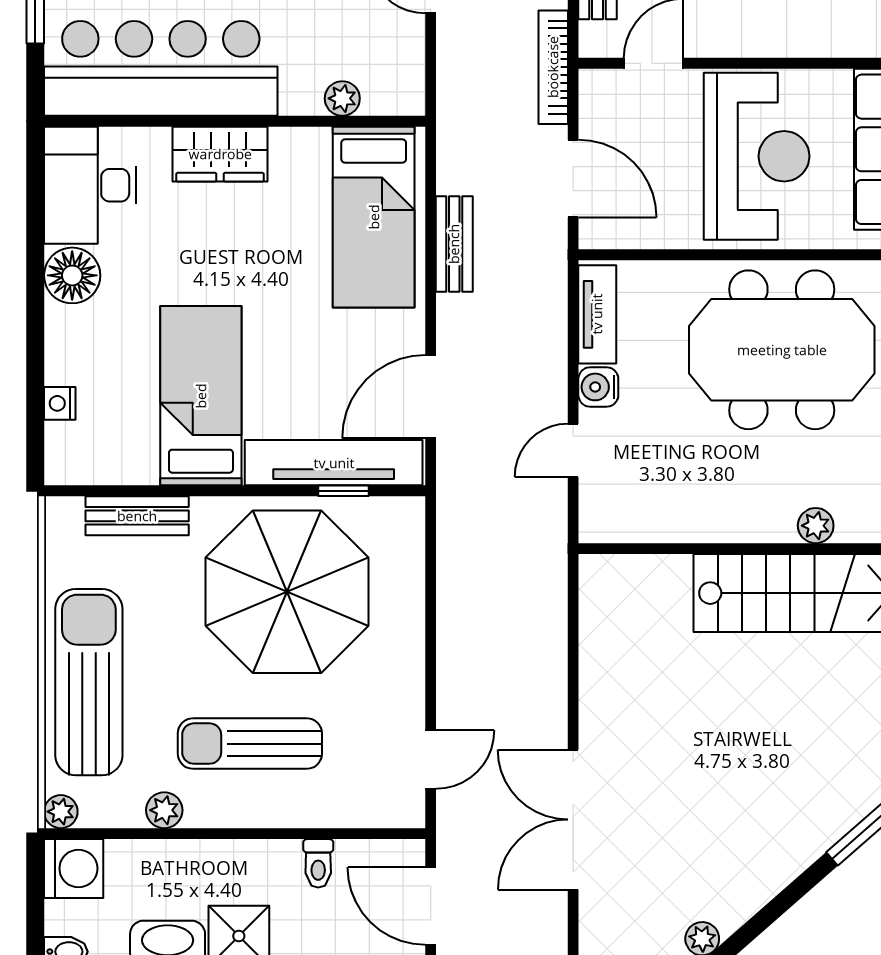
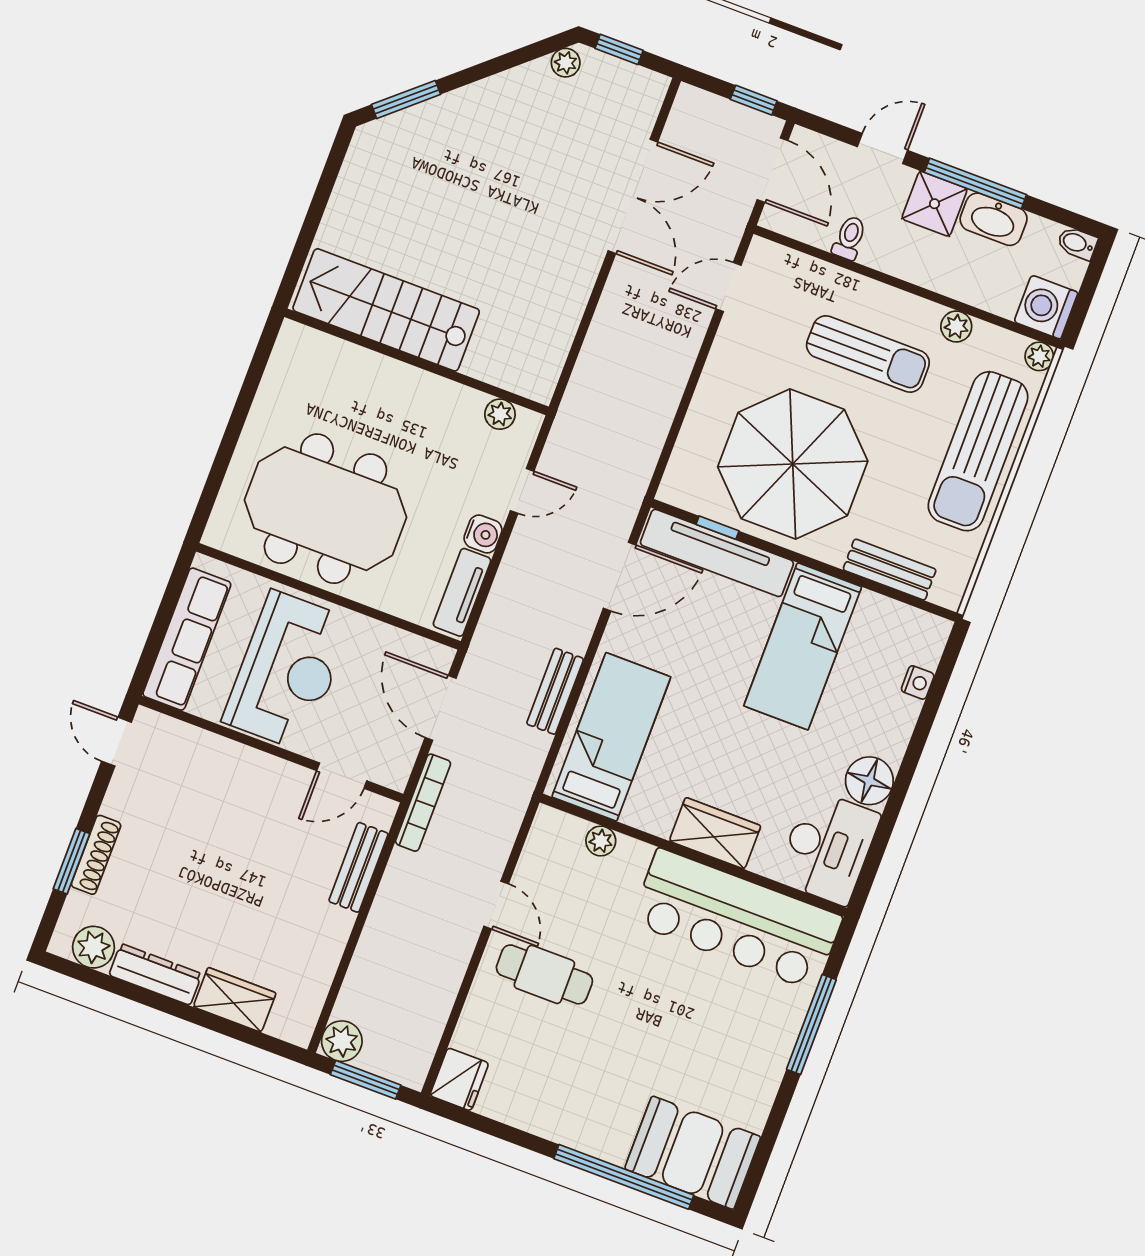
reception desk: (757, 156) -> (287, 671), turned 180
plant: (816, 526) -> (500, 414), moved

